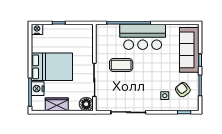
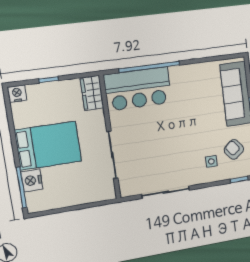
bar counter: (143, 37) -> (138, 89), moved
coffee table: (121, 65) -> (147, 128), removed
wardrobe: (57, 104) -> (92, 93), moved, turned -90
floor lamp: (86, 104) -> (106, 191), removed

